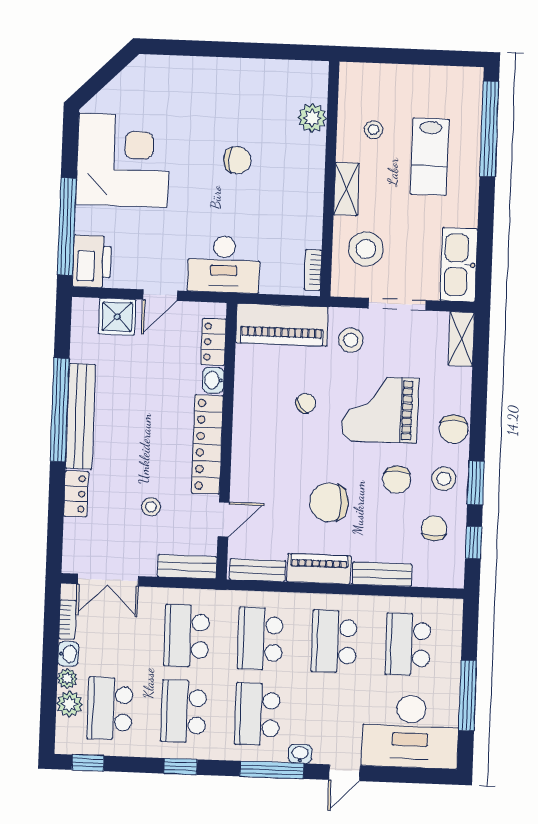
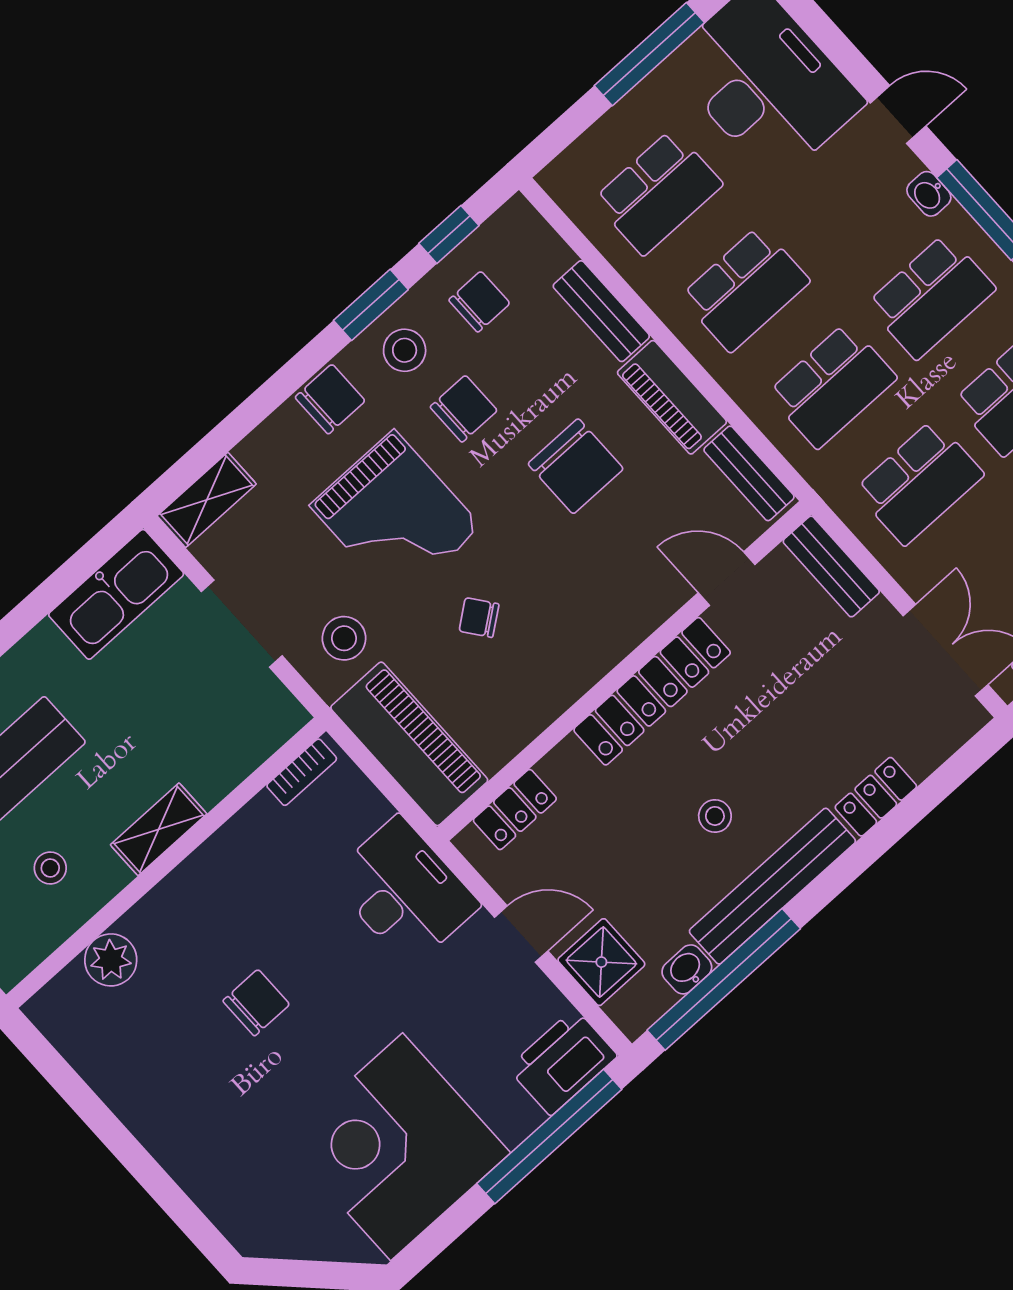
chair: (237, 160) -> (256, 1003), turned 90
stool: (366, 249) -> (210, 731), removed
washbasin: (213, 380) -> (687, 969), moved, turned 180
window: (60, 410) -> (724, 979), moved
stool: (151, 507) -> (715, 816), moved
chair: (434, 528) -> (479, 302), turned 180

